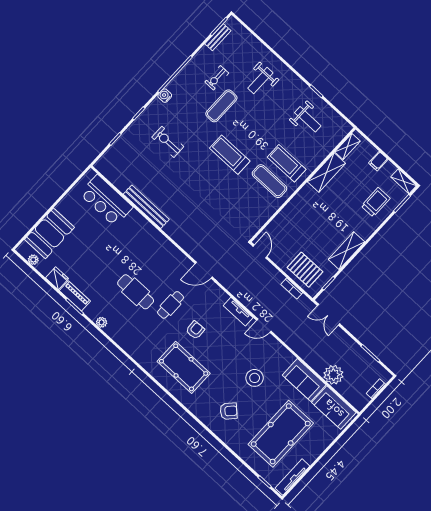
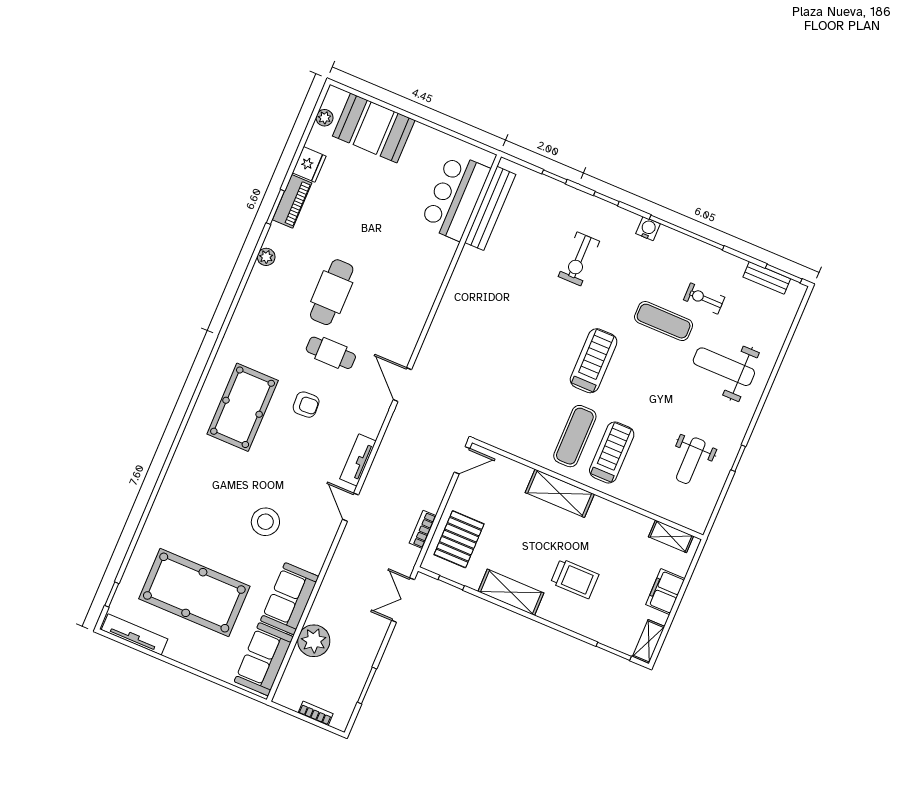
weight bench: (260, 80) -> (724, 367), width x1.36, depth x1.33
exercise bike: (168, 142) -> (579, 259), turned 180
filing cabinet: (378, 161) -> (665, 592), width x2.00
shelving: (326, 173) -> (560, 493), moved
trolley: (376, 202) -> (575, 579), moved
bench: (146, 207) -> (490, 208), moved
armchair: (229, 411) -> (200, 500), removed

